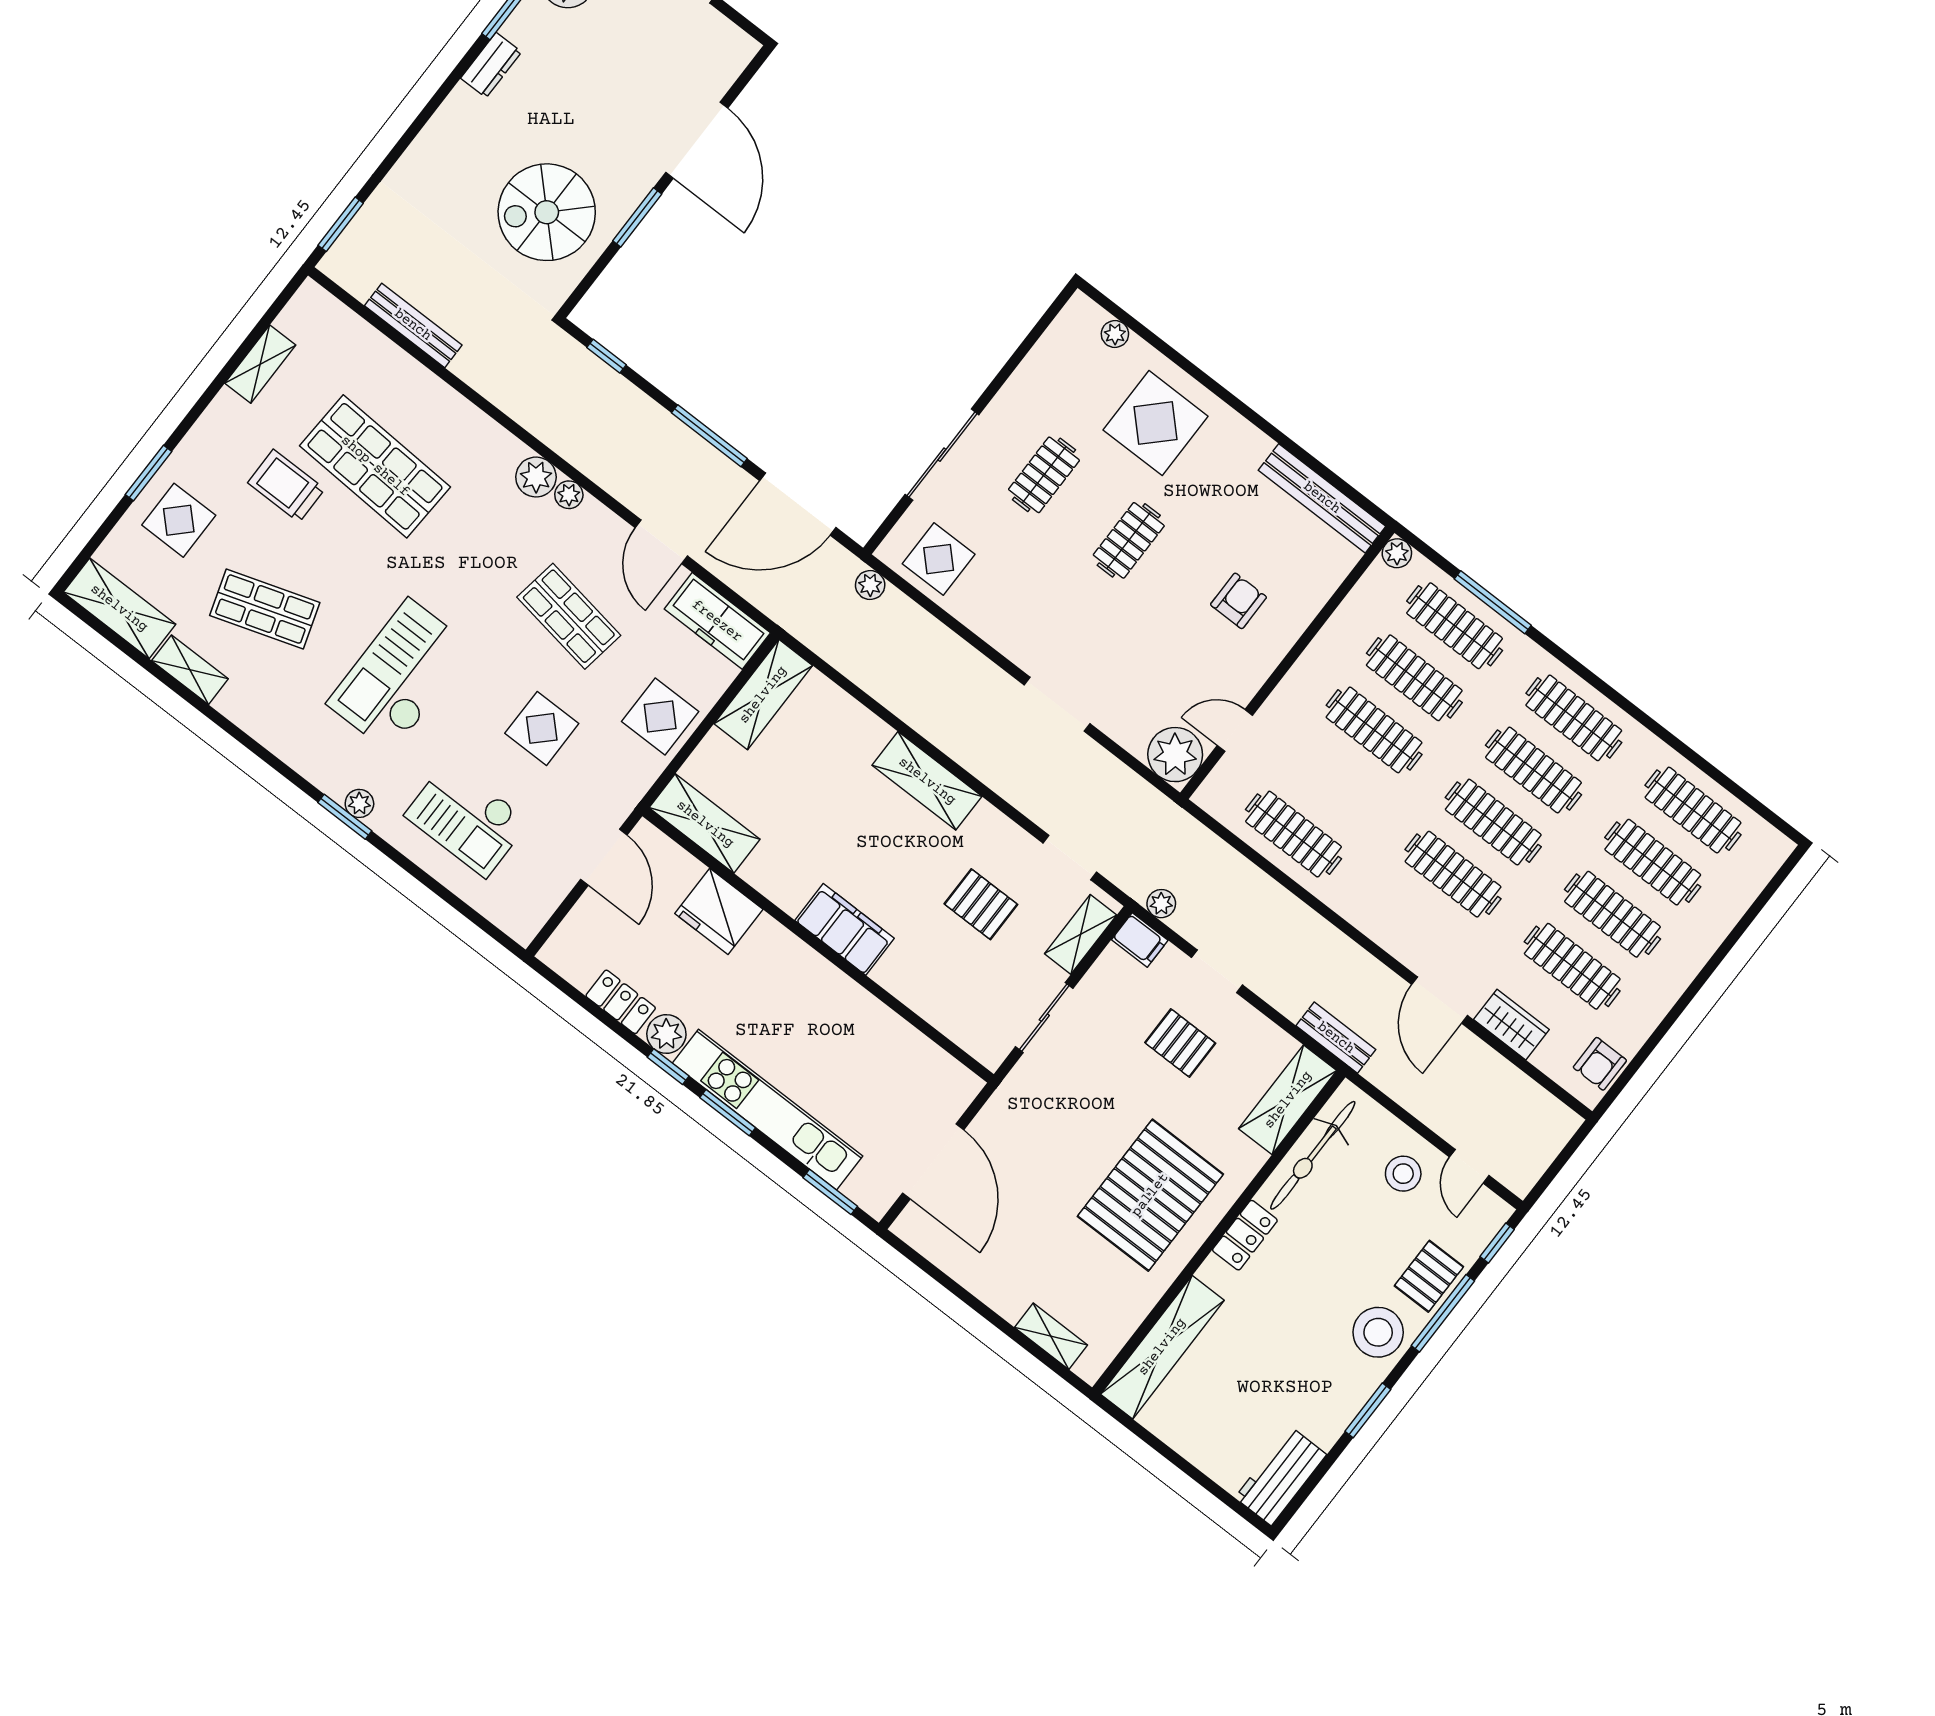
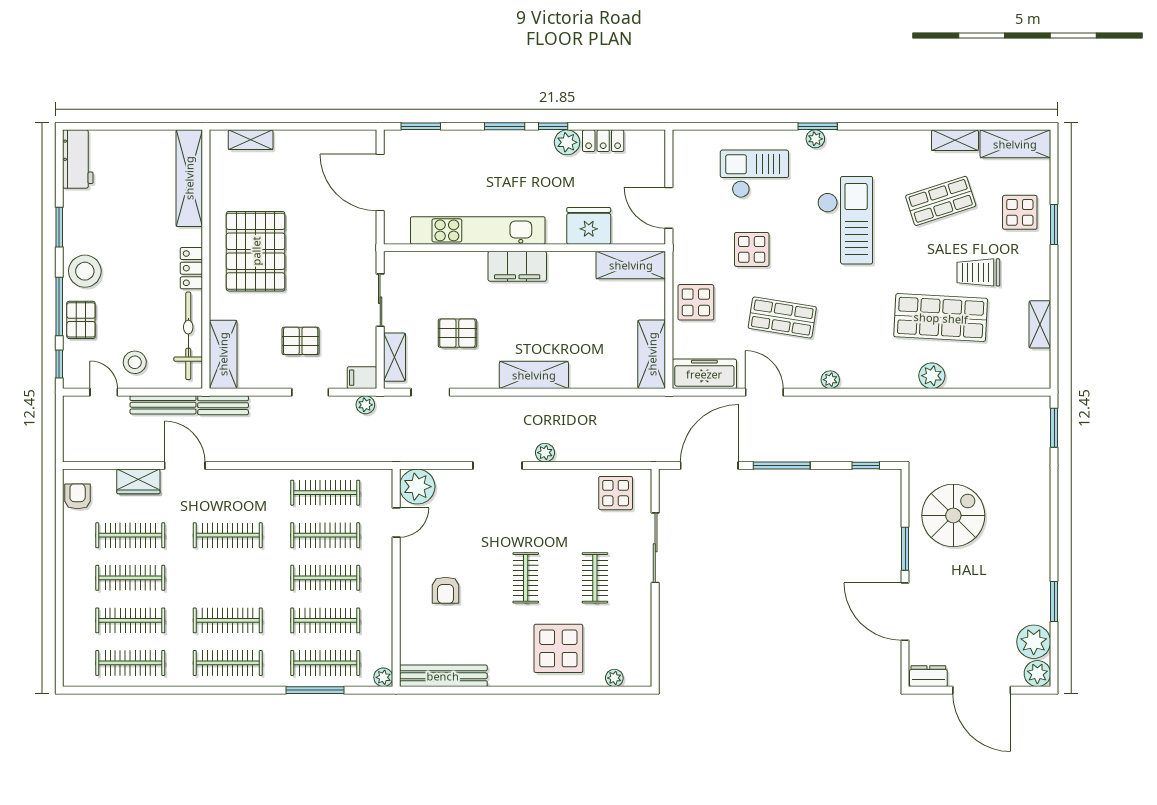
dresser: (491, 65) -> (928, 676), moved, turned 90
bench: (413, 325) -> (163, 405), moved
plant: (536, 477) -> (932, 376), moved
trolley: (286, 486) -> (978, 272), turned 180
plant: (870, 585) -> (545, 453), moved
clothes rail: (1493, 822) -> (325, 535), moved
kitchen unit: (767, 1110) -> (478, 230), moved, turned 180

